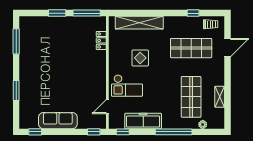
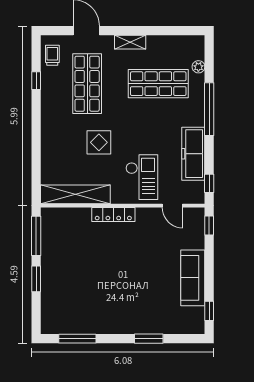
shelving: (139, 23) -> (75, 194), moved, turned 90
locker: (101, 40) -> (113, 215), moved, width x1.53
display table: (140, 58) -> (99, 142), moved
shelving: (220, 97) -> (130, 42), moved

